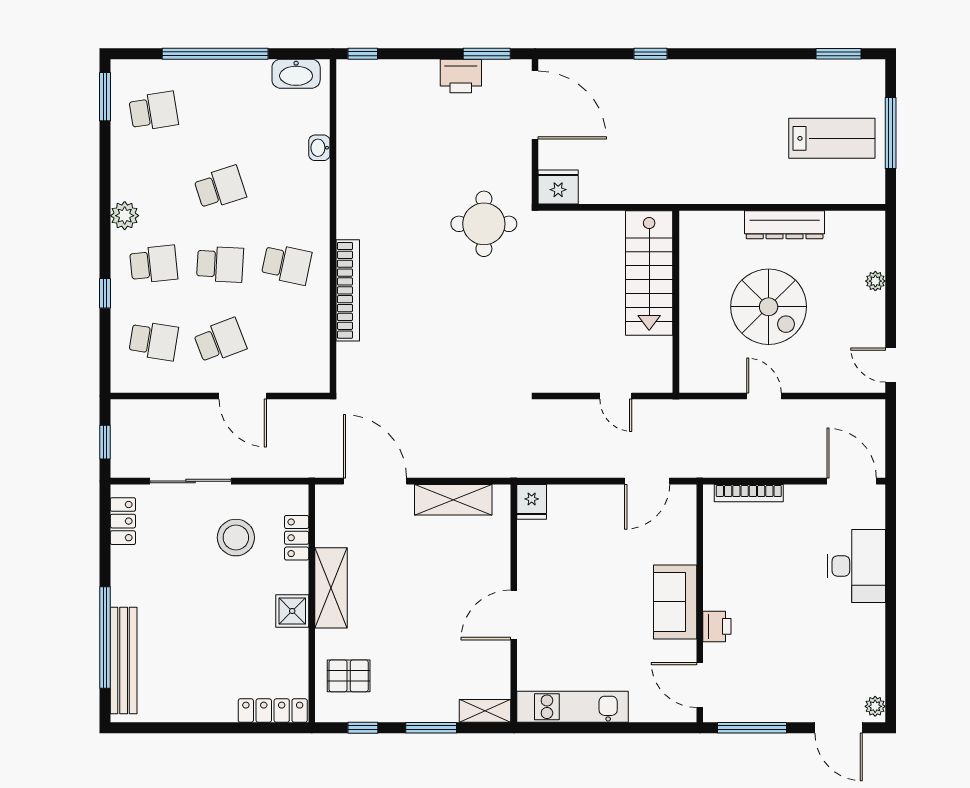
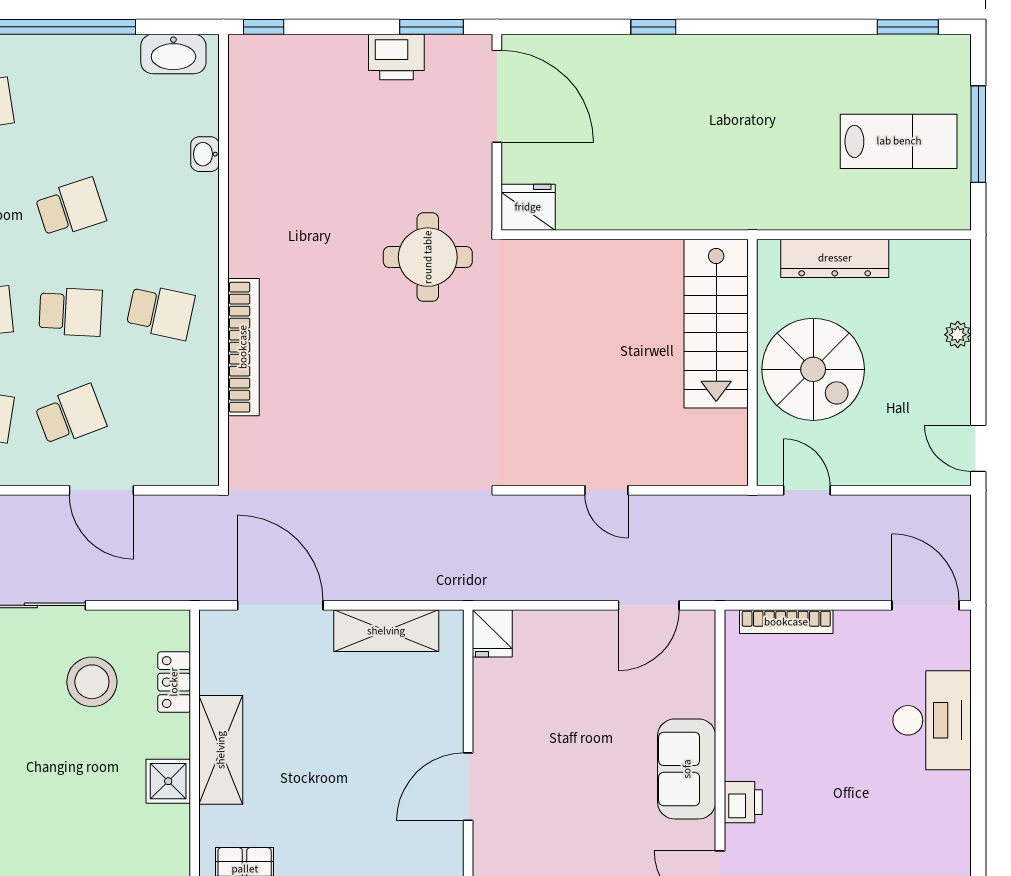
stairs: (649, 273) -> (716, 324), moved
wall: (676, 302) -> (752, 363), moved

